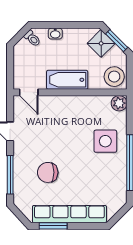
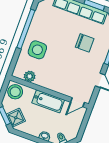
door: (29, 92) -> (77, 102), swing flipped
plant: (119, 103) -> (30, 76), moved

